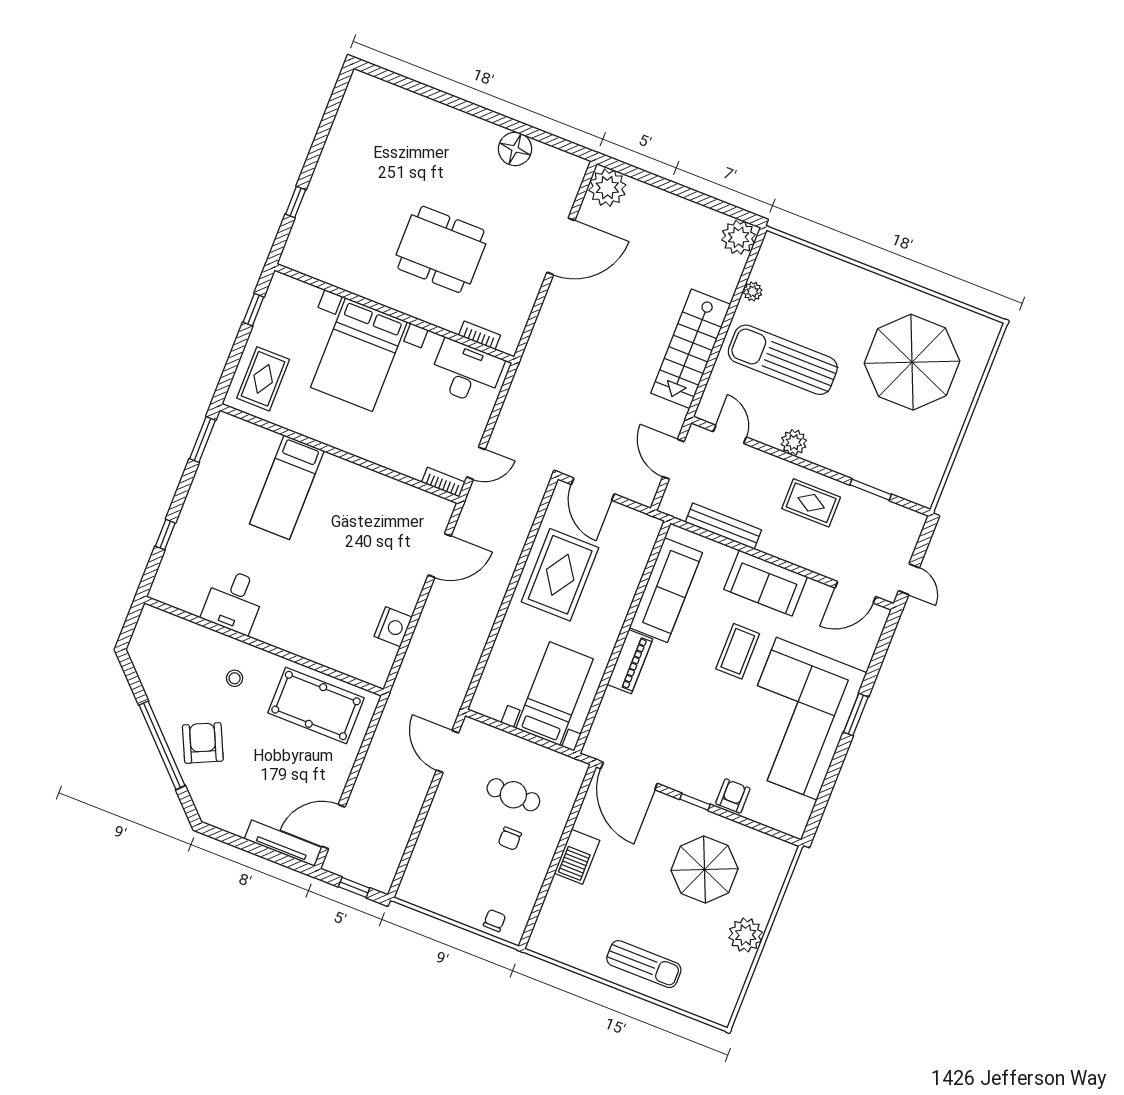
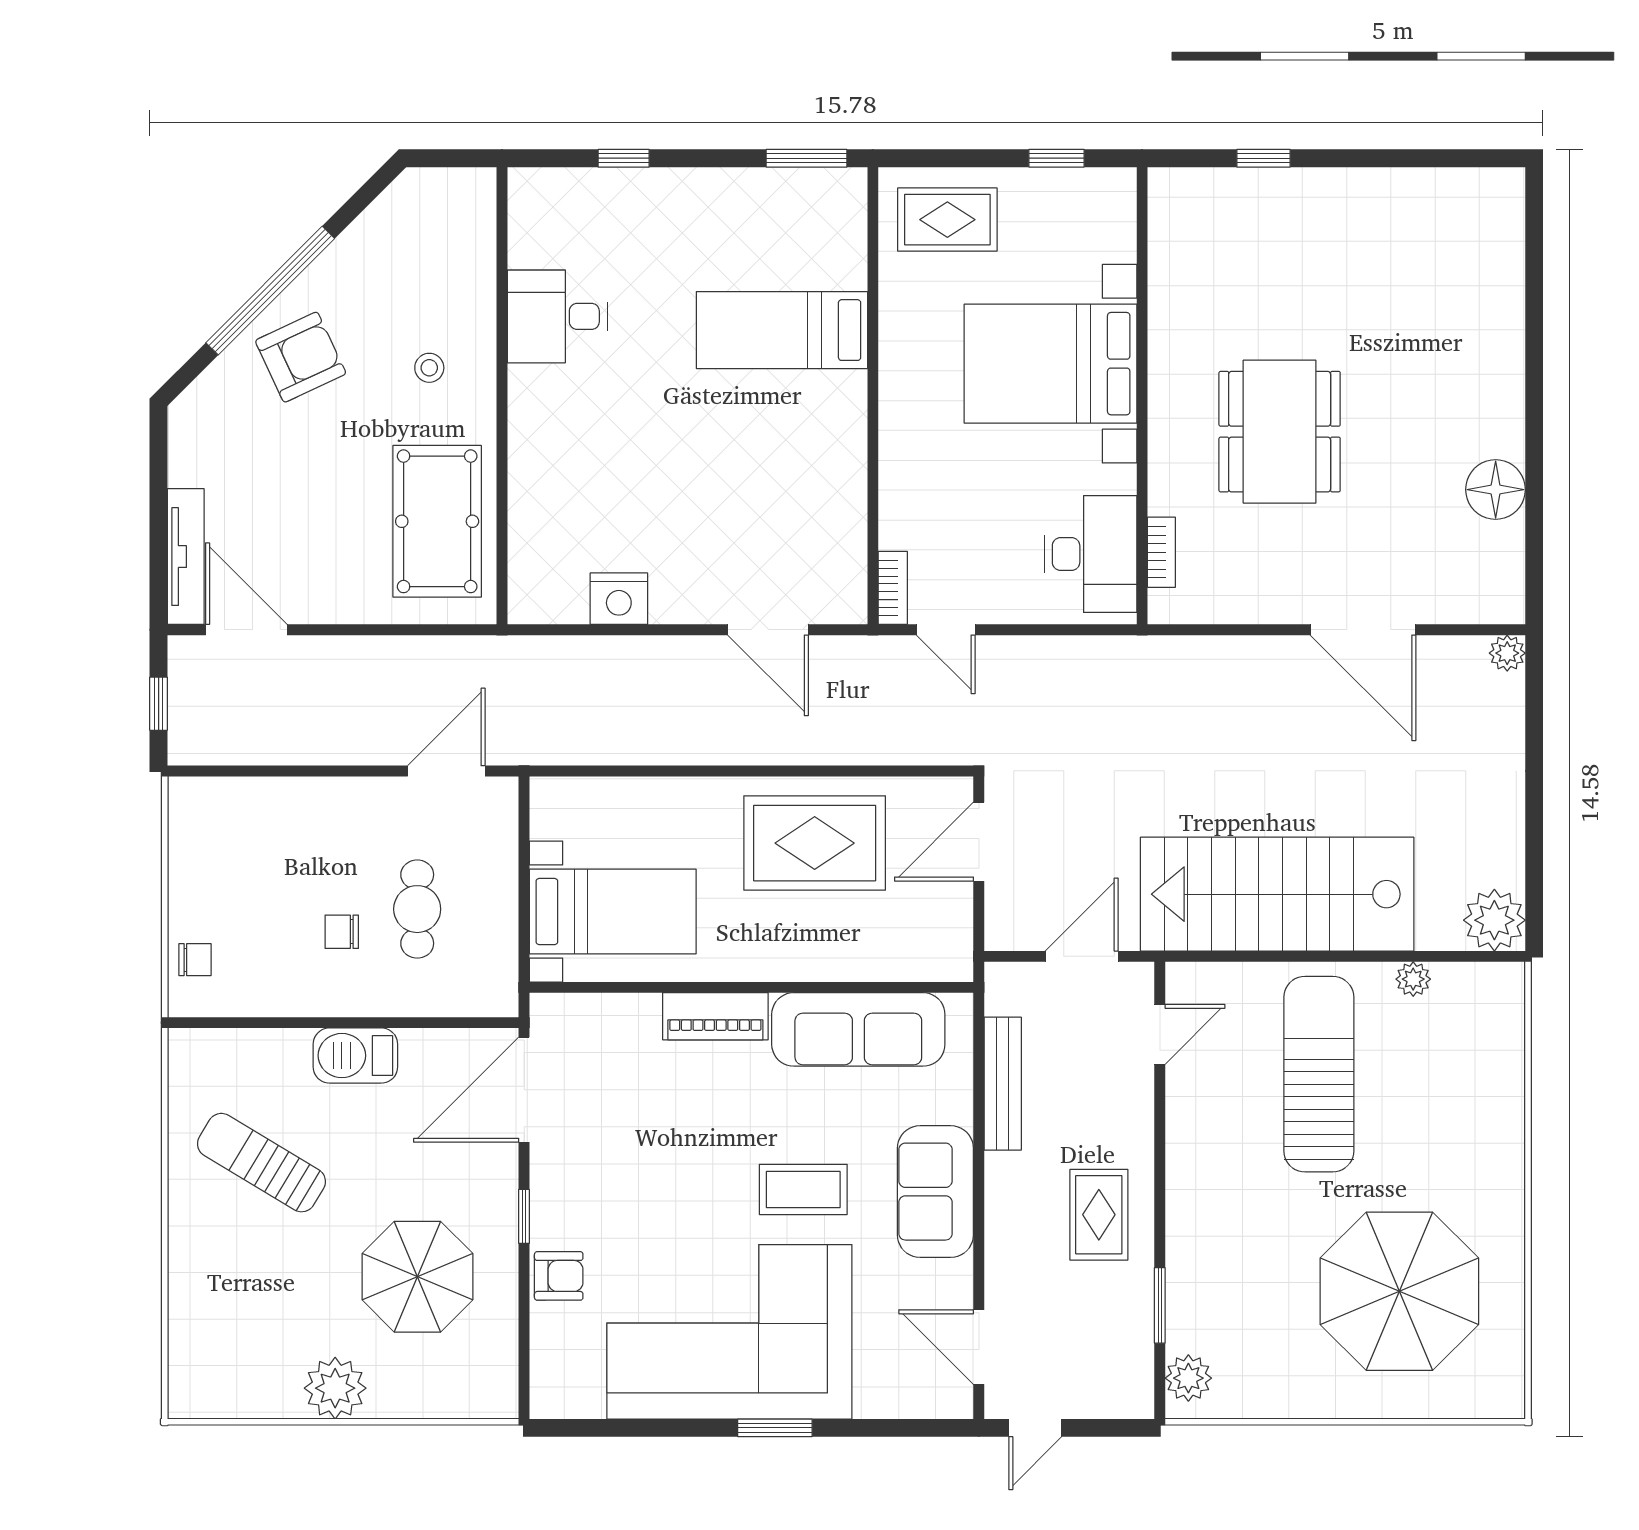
plant: (607, 188) -> (1507, 653), width x0.53, depth x0.53
stairs: (691, 349) -> (1277, 894), width x1.36, depth x1.51
plant: (794, 442) -> (1188, 1378), moved
sun lounger: (644, 964) -> (261, 1163), moved, turned 121

